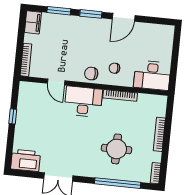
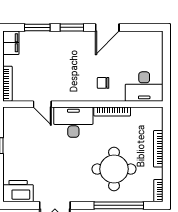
chair: (91, 74) -> (79, 91), removed
round table: (117, 149) -> (114, 169), width x1.36, depth x1.36

